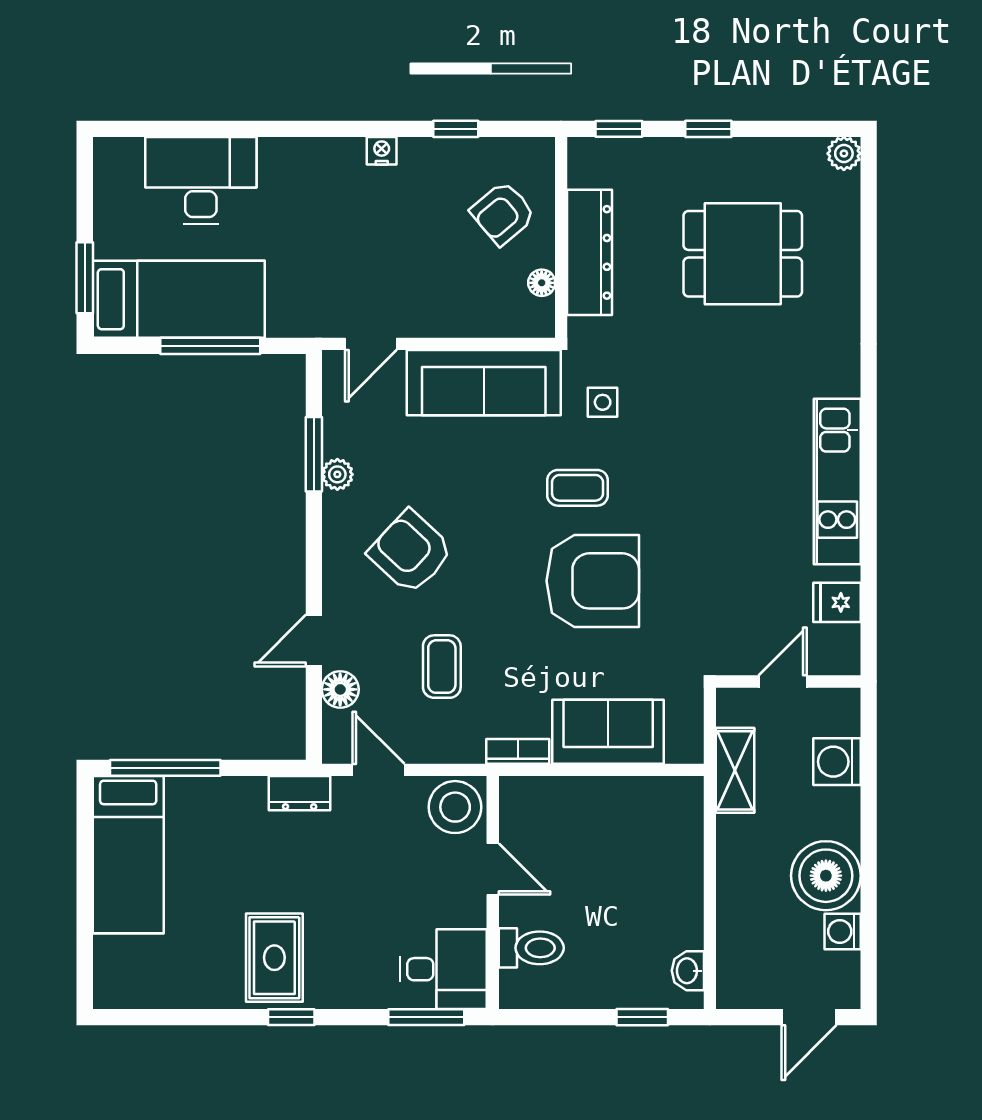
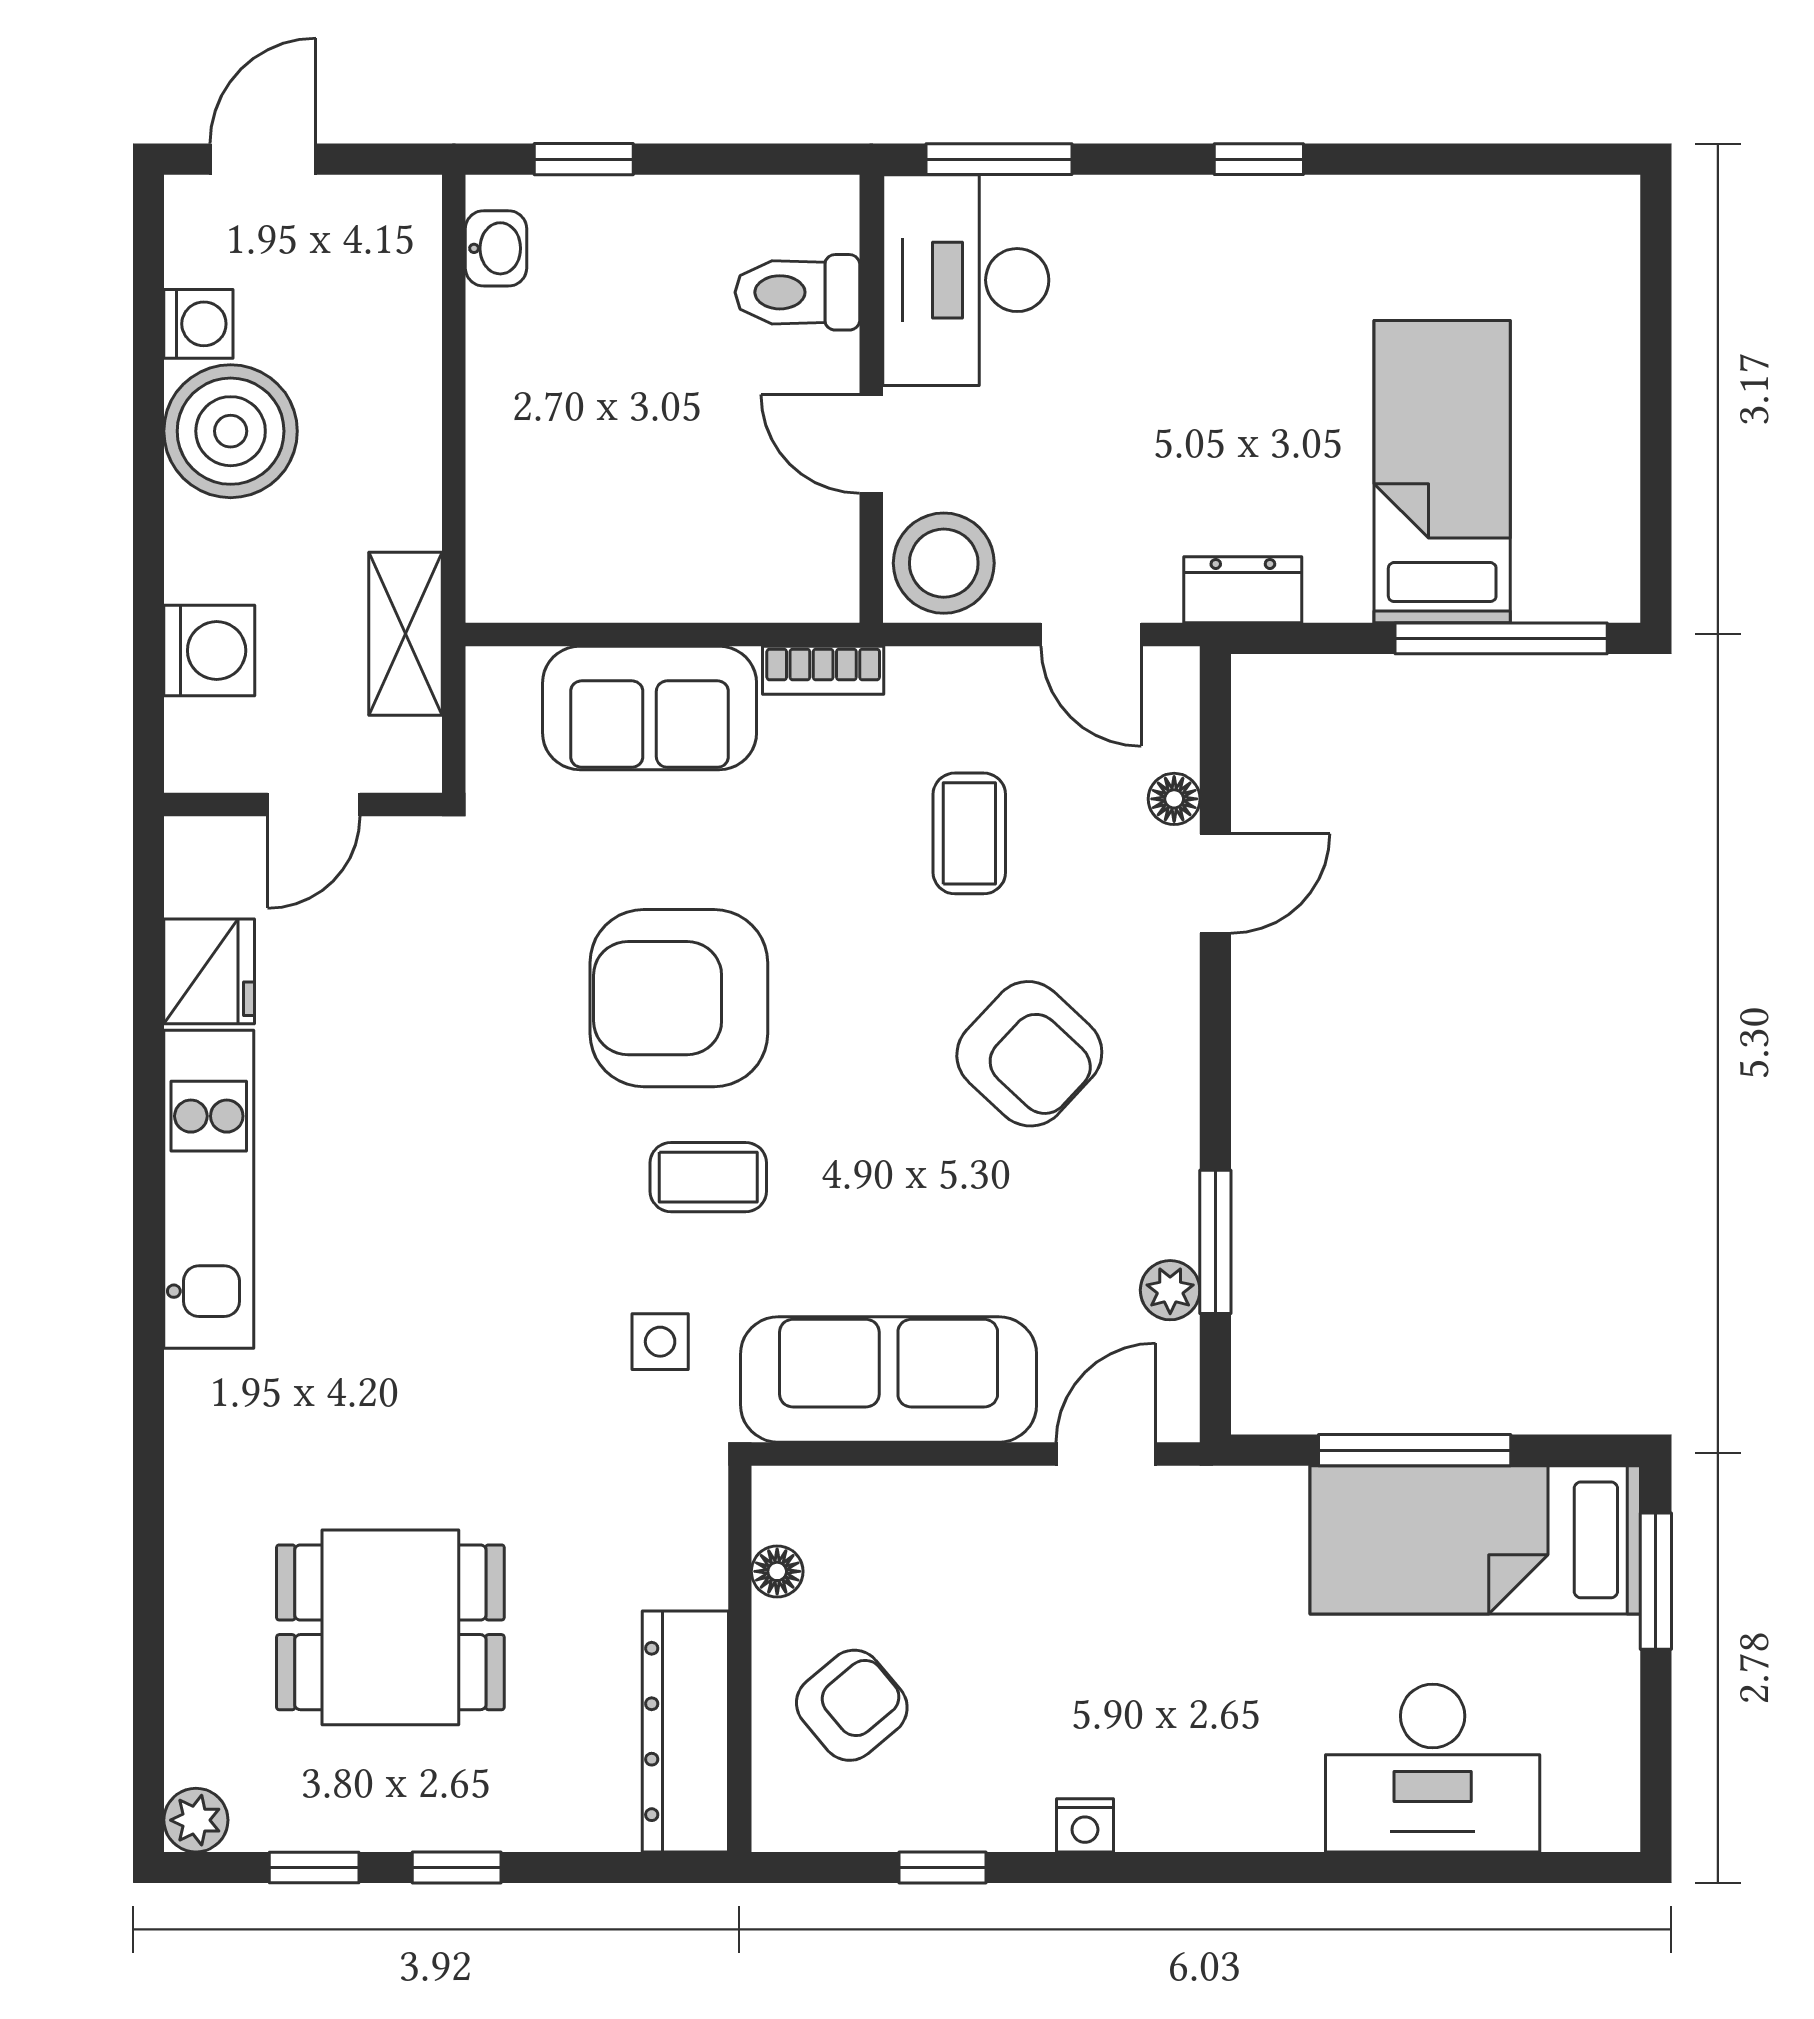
window: (619, 129) -> (314, 1868), moved
dresser: (589, 252) -> (685, 1731), moved
plant: (337, 474) -> (1170, 1290), moved
fridge: (837, 602) -> (209, 971), width x1.38
floor lamp: (340, 689) -> (1174, 799), width x0.73, depth x0.73
bed: (128, 855) -> (1442, 472), moved
rug: (274, 958) -> (1291, 273), removed
desk: (444, 969) -> (966, 280), width x1.37

